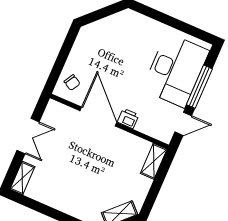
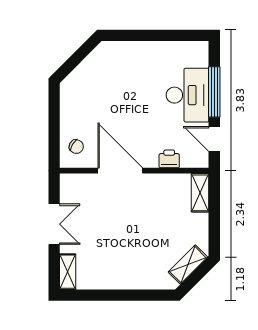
desk: (176, 70) -> (188, 95), width x0.73, depth x0.77
printer: (128, 118) -> (169, 159), moved
door: (183, 124) -> (214, 139), swing flipped

